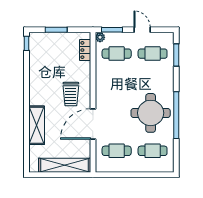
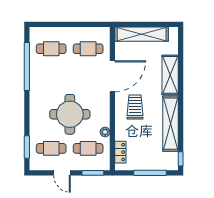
window: (56, 30) -> (150, 173), width x1.44
plant: (100, 37) -> (105, 132), moved
shelving: (36, 78) -> (170, 124), added
round table: (151, 113) -> (70, 114), moved
window: (176, 115) -> (27, 67), moved

